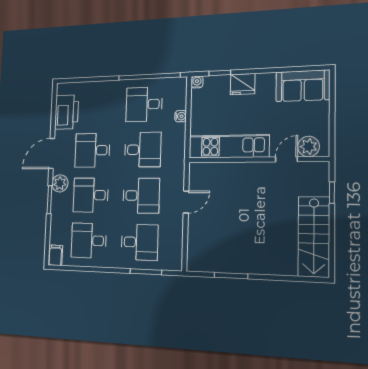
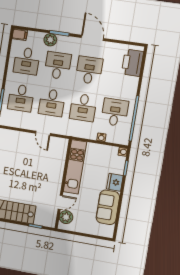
sofa: (303, 86) -> (108, 207), moved
printer: (67, 112) -> (132, 63), moved, turned 90
door: (286, 159) -> (60, 202), hinge flipped
plant: (60, 183) -> (50, 40), moved
desk: (89, 241) -> (27, 61), turned 180

